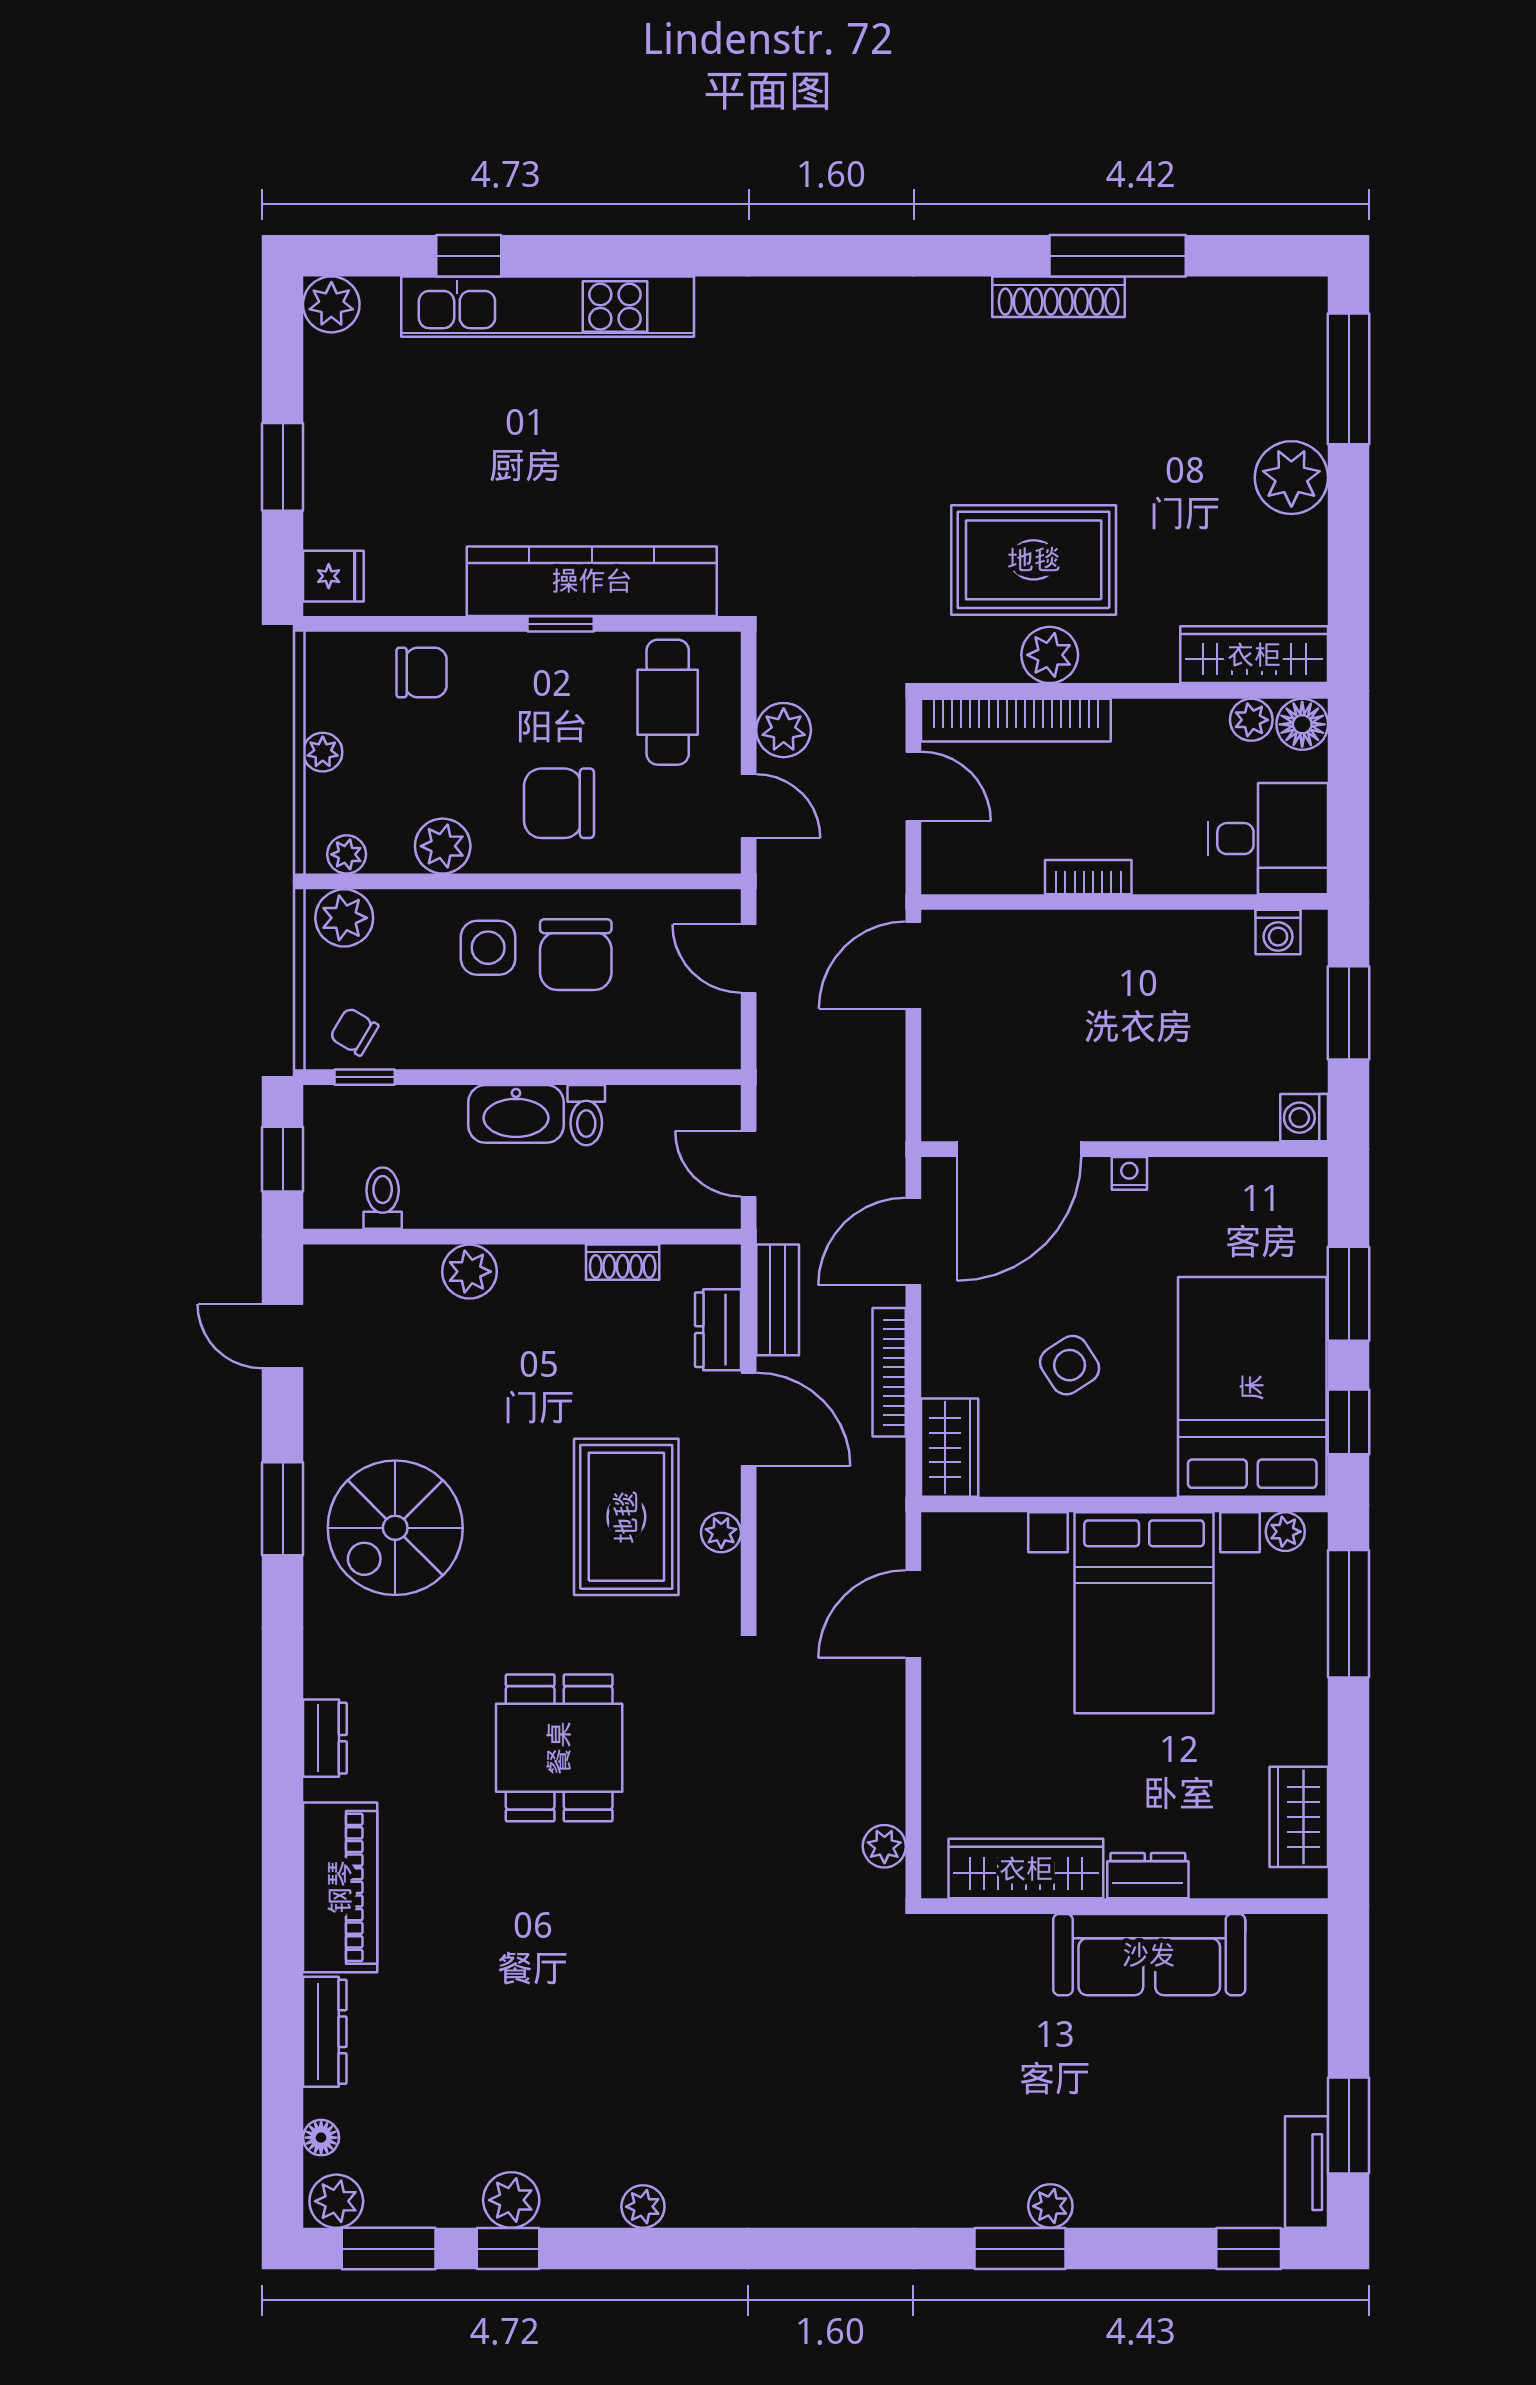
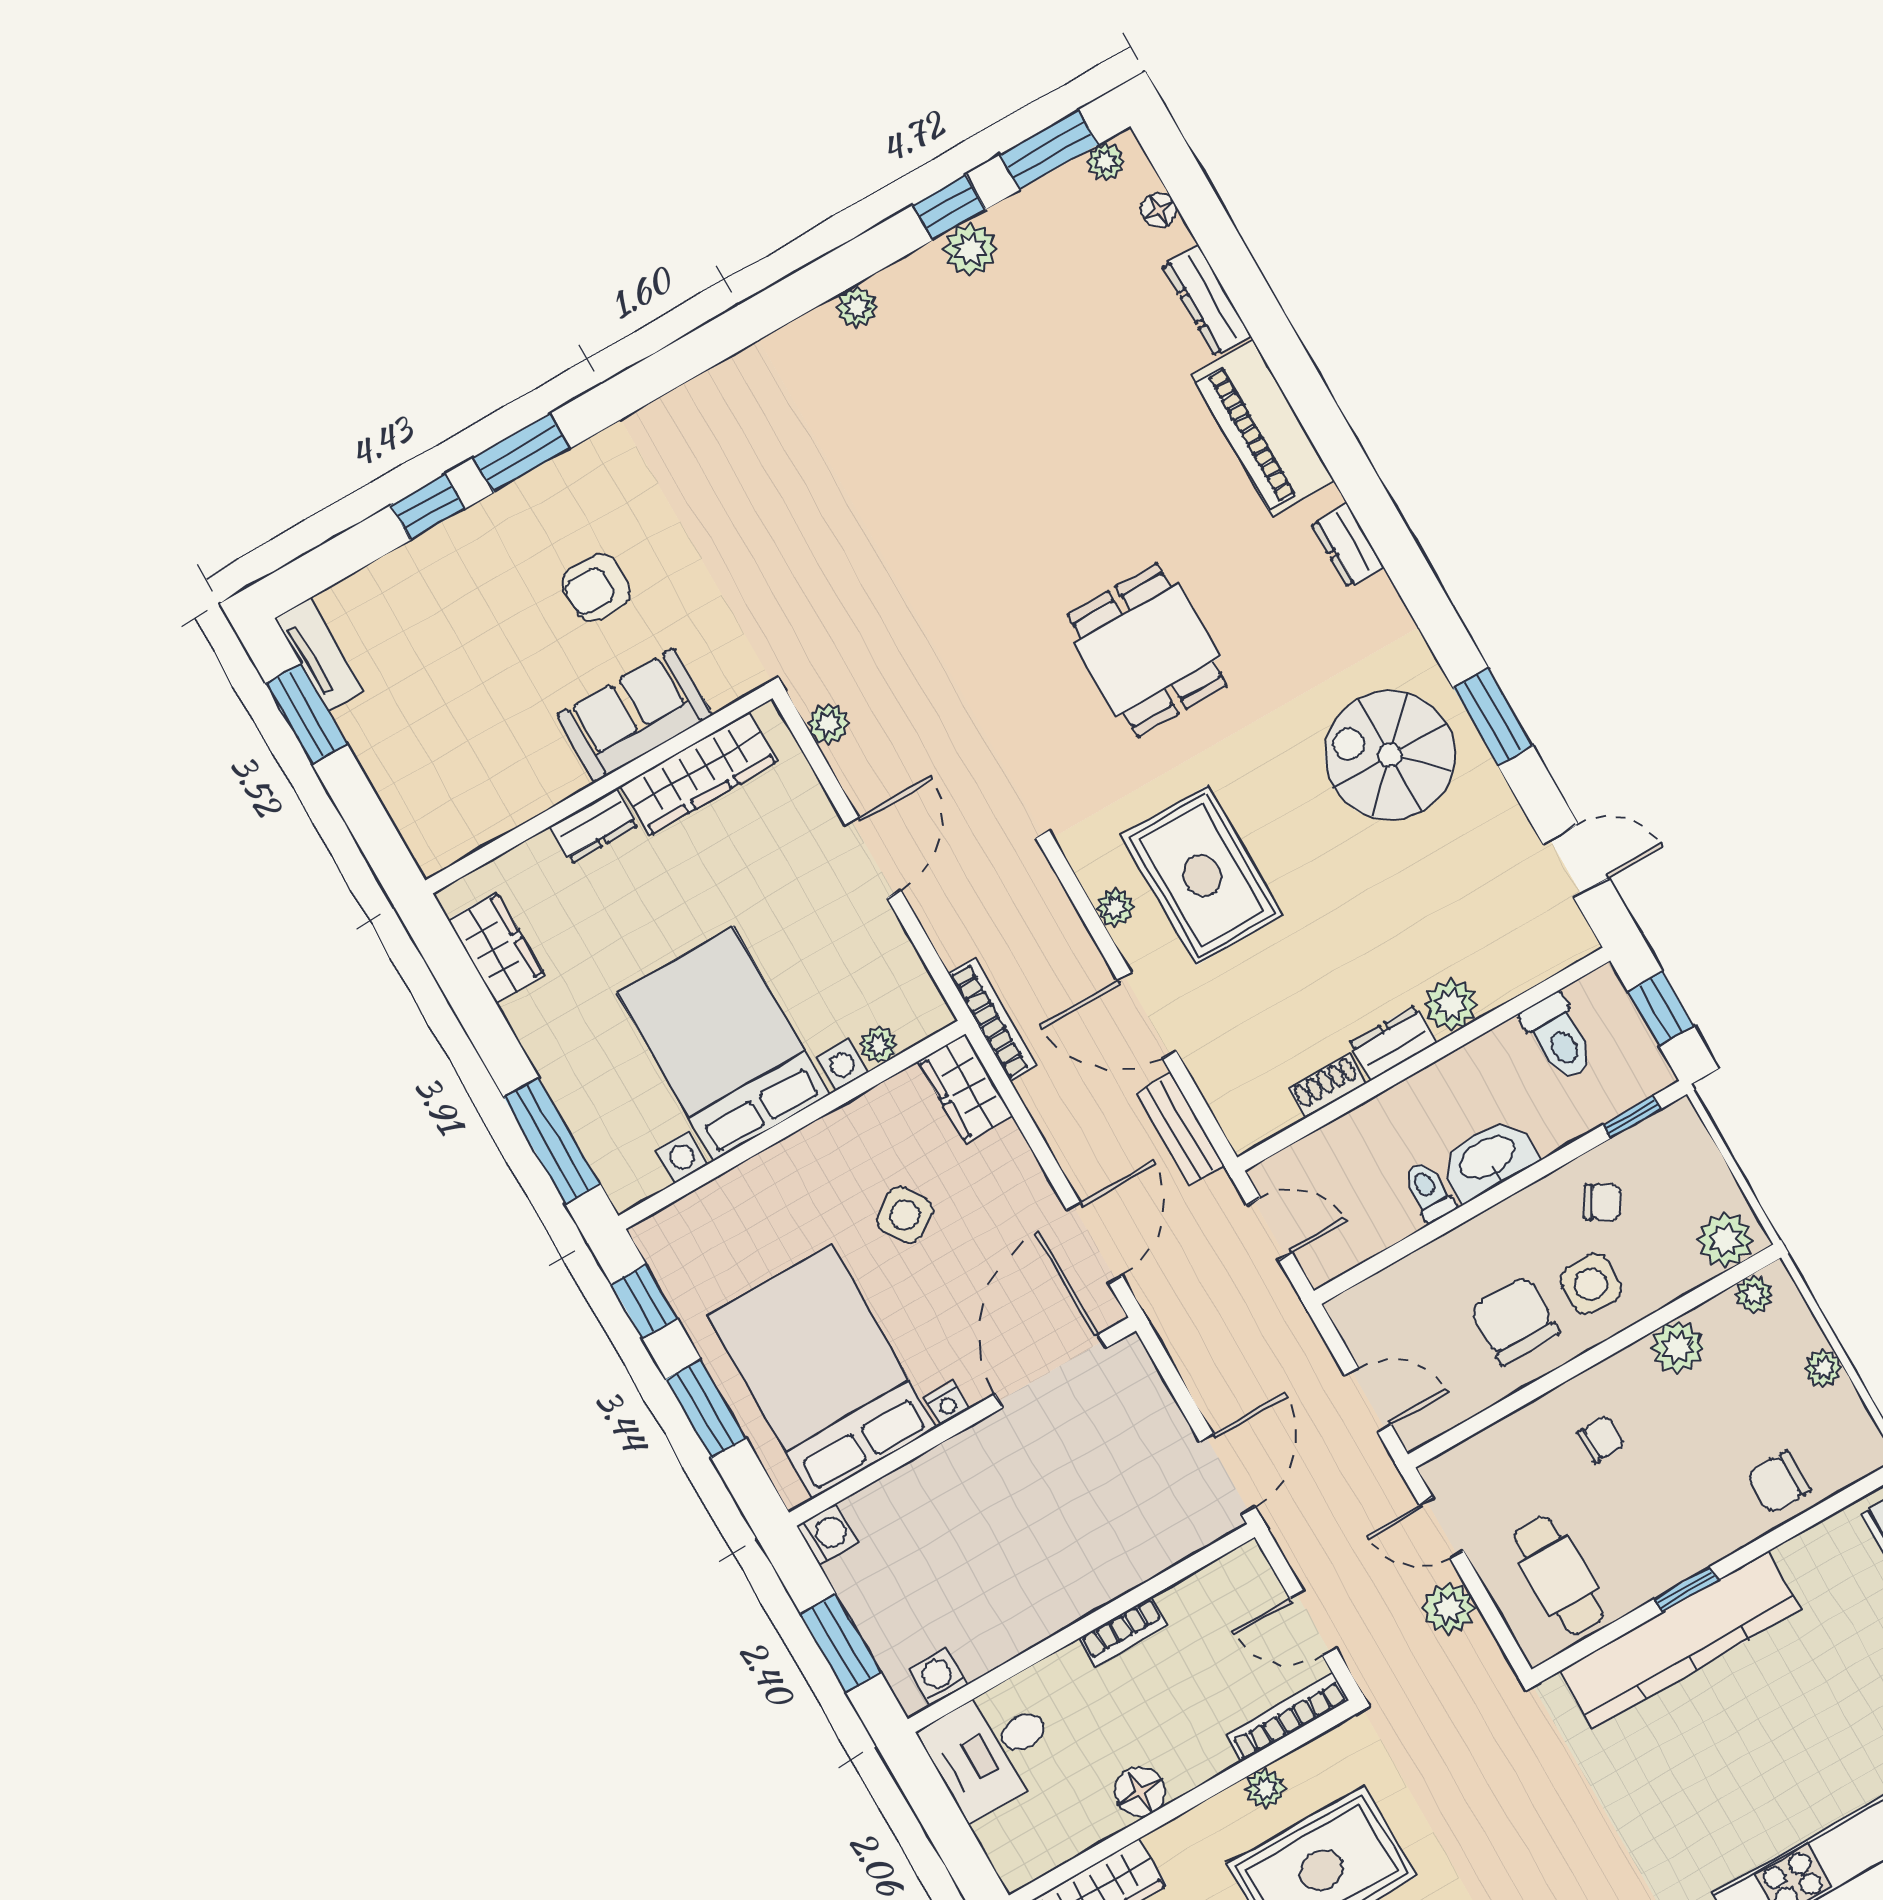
plant: (1050, 655) -> (1265, 1788), width x0.73, depth x0.73
bookcase: (1016, 720) -> (1287, 1717), width x0.68, depth x0.76
plant: (1251, 720) -> (1063, 1841), removed
floor lamp: (1302, 724) -> (1140, 1792), moved
chair: (559, 803) -> (1601, 1439), width x0.54, depth x0.54
chair: (354, 1032) -> (1602, 1202), moved
toilet: (383, 1198) -> (1559, 1038), width x1.37, depth x1.39
dresser: (718, 1330) -> (1393, 1043), moved, turned -90
bookcase: (889, 1372) -> (993, 1019), moved
bed: (1252, 1387) -> (822, 1372), moved, turned 180
spiral stairs: (395, 1528) -> (1390, 755), turned -90
plant: (1285, 1532) -> (879, 1045), moved
door: (913, 1614) -> (873, 858), moved
sofa: (1149, 1955) -> (634, 715), moved, width x0.73
armchair: (1022, 2089) -> (596, 587), added
plant: (336, 2201) -> (1106, 162), width x0.73, depth x0.73
plant: (1050, 2206) -> (517, 503), removed
window: (1249, 2249) -> (428, 507), moved

